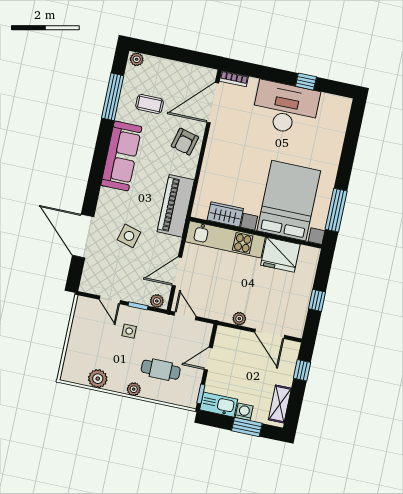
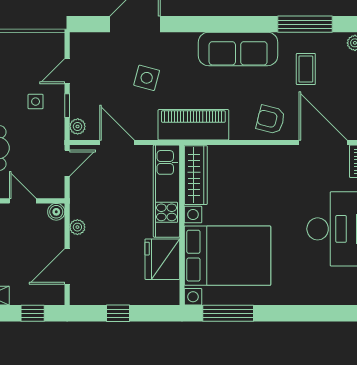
wardrobe: (225, 214) -> (196, 175), width x1.50
boiler: (223, 333) -> (56, 212), added

